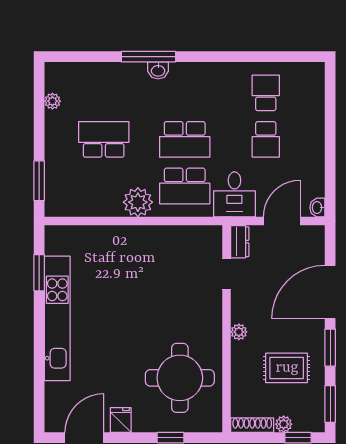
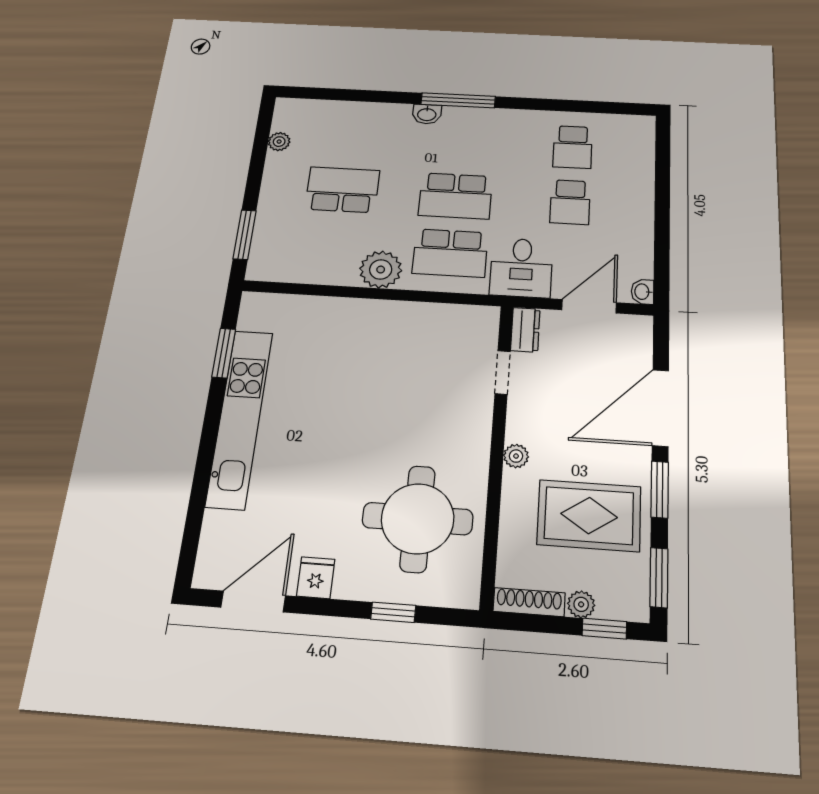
window: (149, 57) -> (458, 100), moved
school desk: (266, 93) -> (573, 147), turned 180
rug: (287, 368) -> (589, 515), width x1.36, depth x1.43

